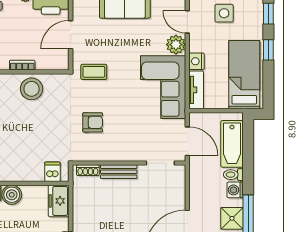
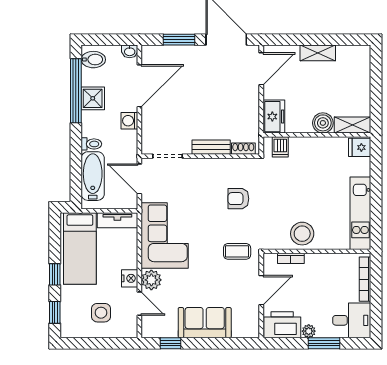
nightstand: (197, 61) -> (130, 278), moved
bookcase: (22, 65) -> (291, 258), moved
tv unit: (196, 90) -> (117, 220), moved, turned -90
washing machine: (235, 190) -> (129, 121), moved, turned 180

